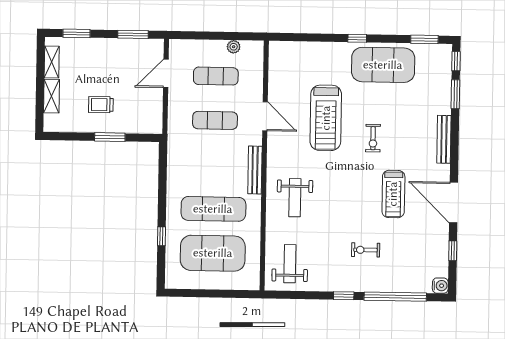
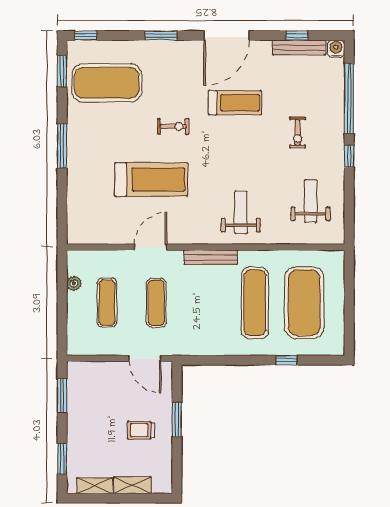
window: (357, 38) -> (62, 146), width x2.17
exercise mat: (383, 65) -> (107, 83), moved, turned 90
door: (166, 73) -> (145, 358), moved
window: (455, 94) -> (161, 35), moved
trolley: (101, 105) -> (141, 430), turned 90
bench: (444, 139) -> (299, 47), moved
weight bench: (295, 198) -> (241, 212), turned -90
door: (454, 203) -> (227, 35), moved
weight bench: (290, 264) -> (311, 201), moved, turned 90

